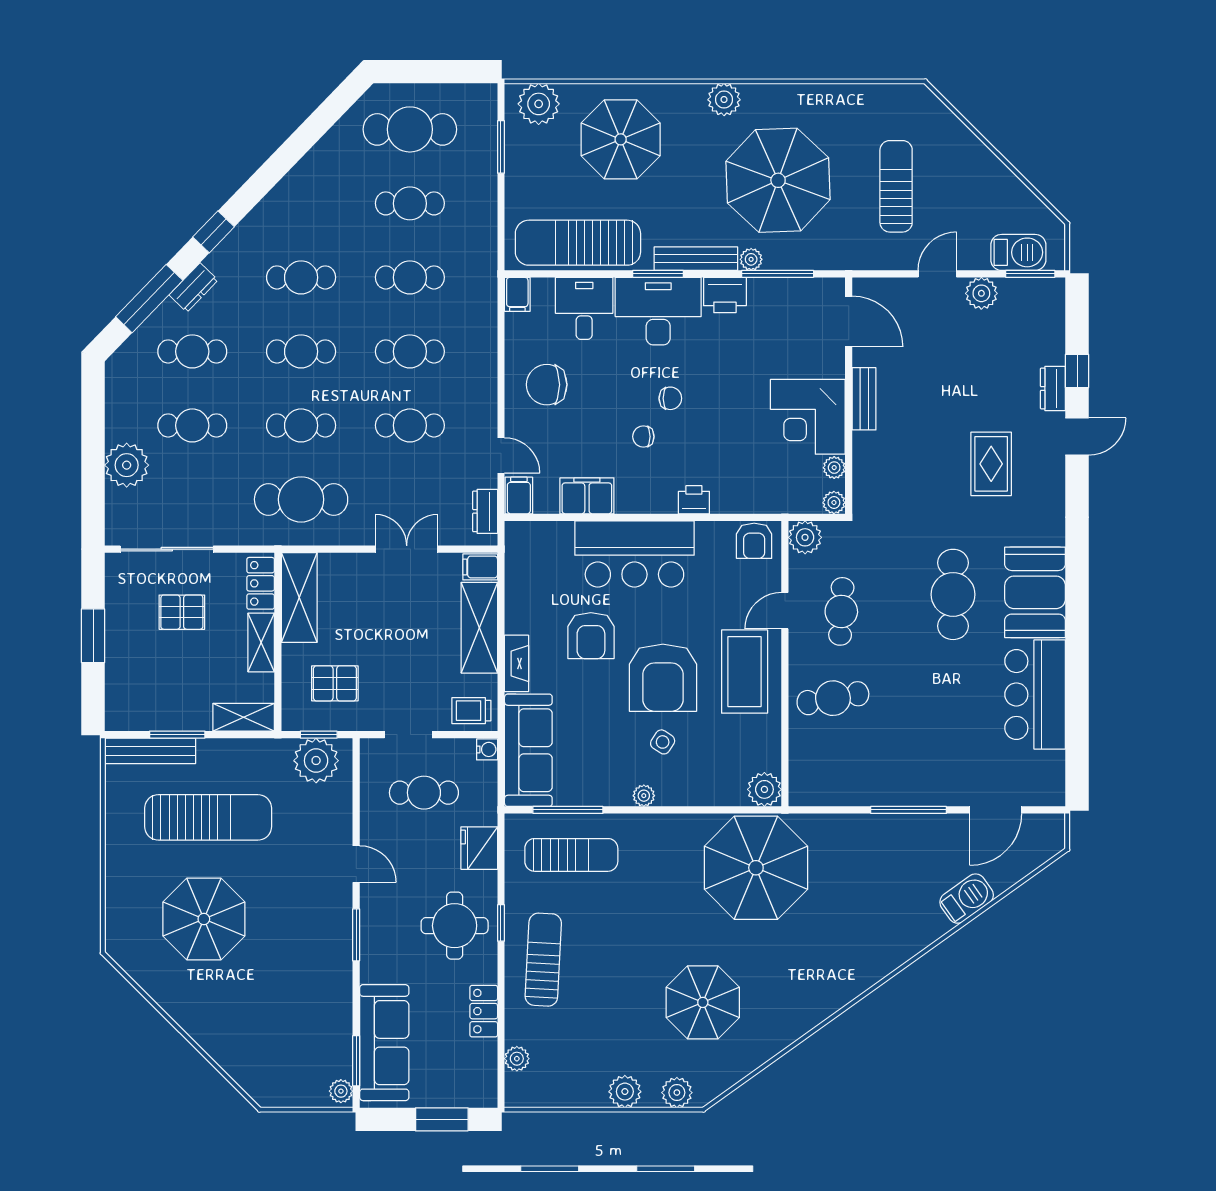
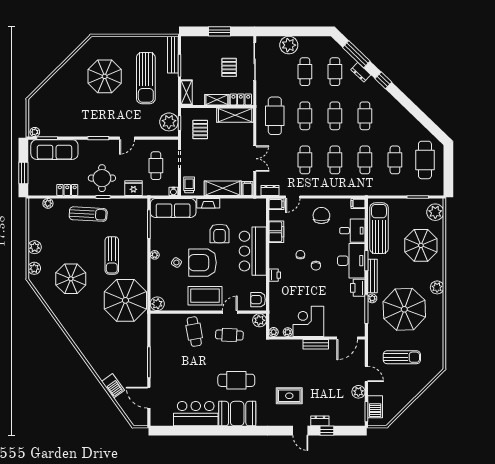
door: (785, 611) -> (230, 312), hinge flipped
armchair: (591, 636) -> (220, 233), turned -90
sun lounger: (571, 855) -> (112, 255), moved

